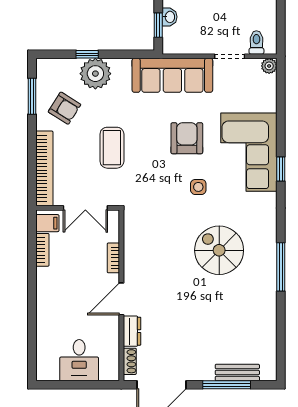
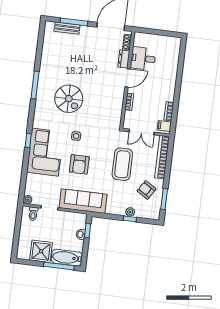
plant: (95, 74) -> (130, 212), width x0.53, depth x0.53
coffee table: (112, 148) -> (122, 164), width x1.36, depth x1.32
double door: (85, 208) -> (142, 132), swing flipped
desk: (79, 360) -> (143, 58), moved, turned -90

